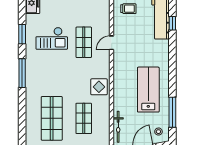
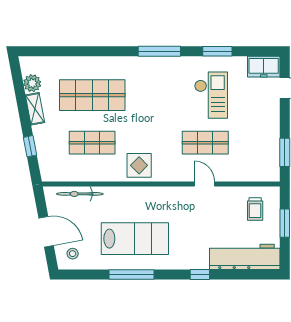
window: (172, 23) -> (200, 274), moved
checkout: (52, 38) -> (211, 95), turned 180
window: (172, 112) -> (132, 274), moved

